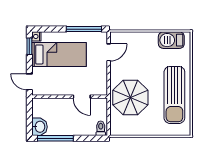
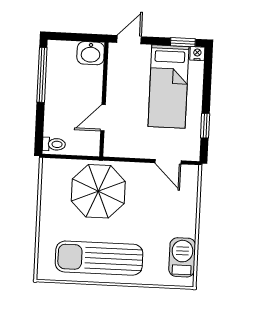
window: (84, 29) -> (205, 126), width x0.46
washbasin: (40, 127) -> (91, 53), moved

